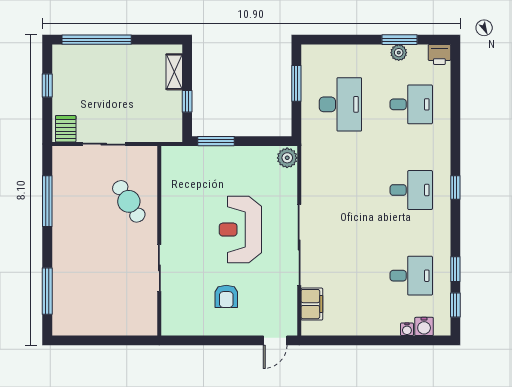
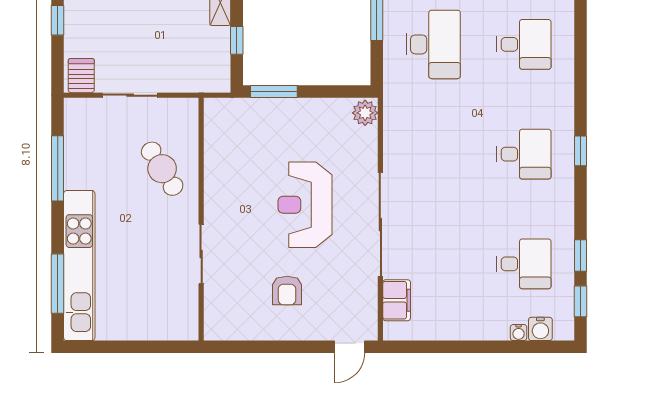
kitchen unit: (64, 277) -> (79, 266), added

